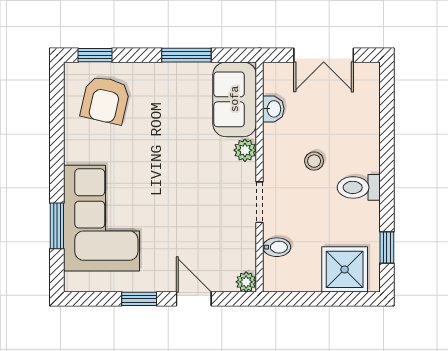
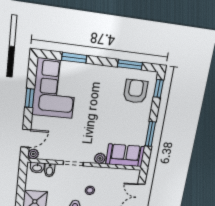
armchair: (105, 100) -> (136, 91), turned 77
washbasin: (273, 109) -> (37, 168), moved
window: (57, 119) -> (130, 65), added
corner sofa: (101, 218) -> (55, 89), moved, turned -90
door: (194, 299) -> (26, 138), moved

